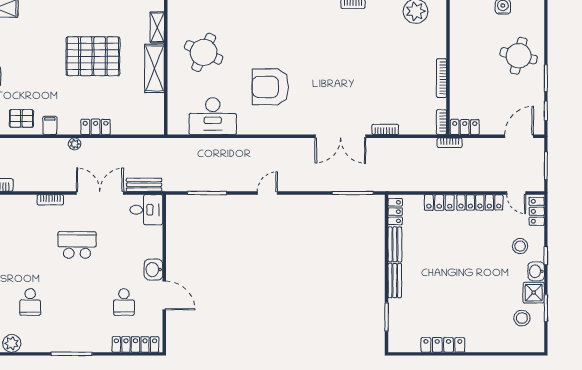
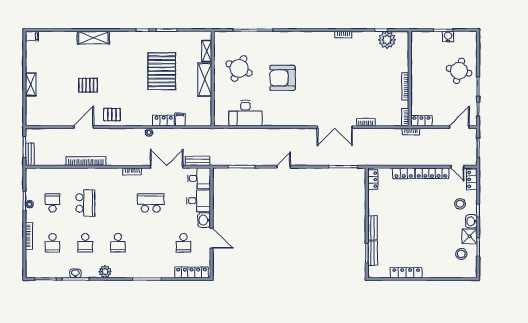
pallet: (93, 56) -> (162, 71), turned 90
armchair: (270, 87) -> (282, 78), moved
filing cabinet: (50, 125) -> (180, 119), moved
desk: (146, 242) -> (199, 201), added
bench: (395, 244) -> (373, 253), moved

